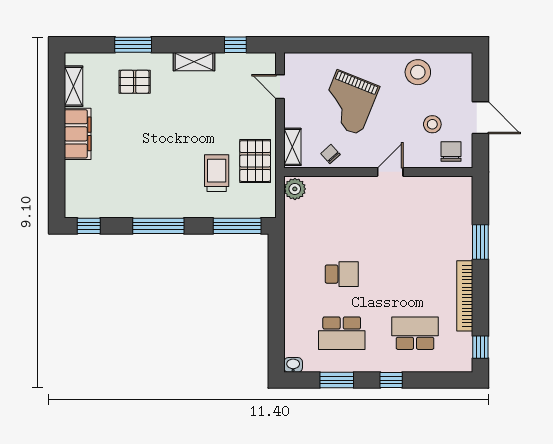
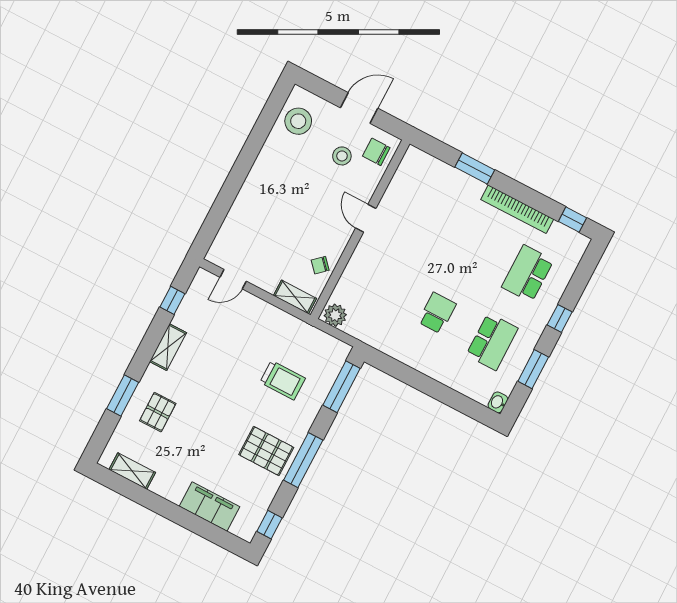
stool: (418, 72) -> (298, 121), moved
grand piano: (349, 103) -> (281, 223), removed
filing cabinet: (78, 134) -> (210, 507), moved
pallet: (255, 161) -> (266, 451), moved
trolley: (217, 173) -> (283, 380), turned 180

